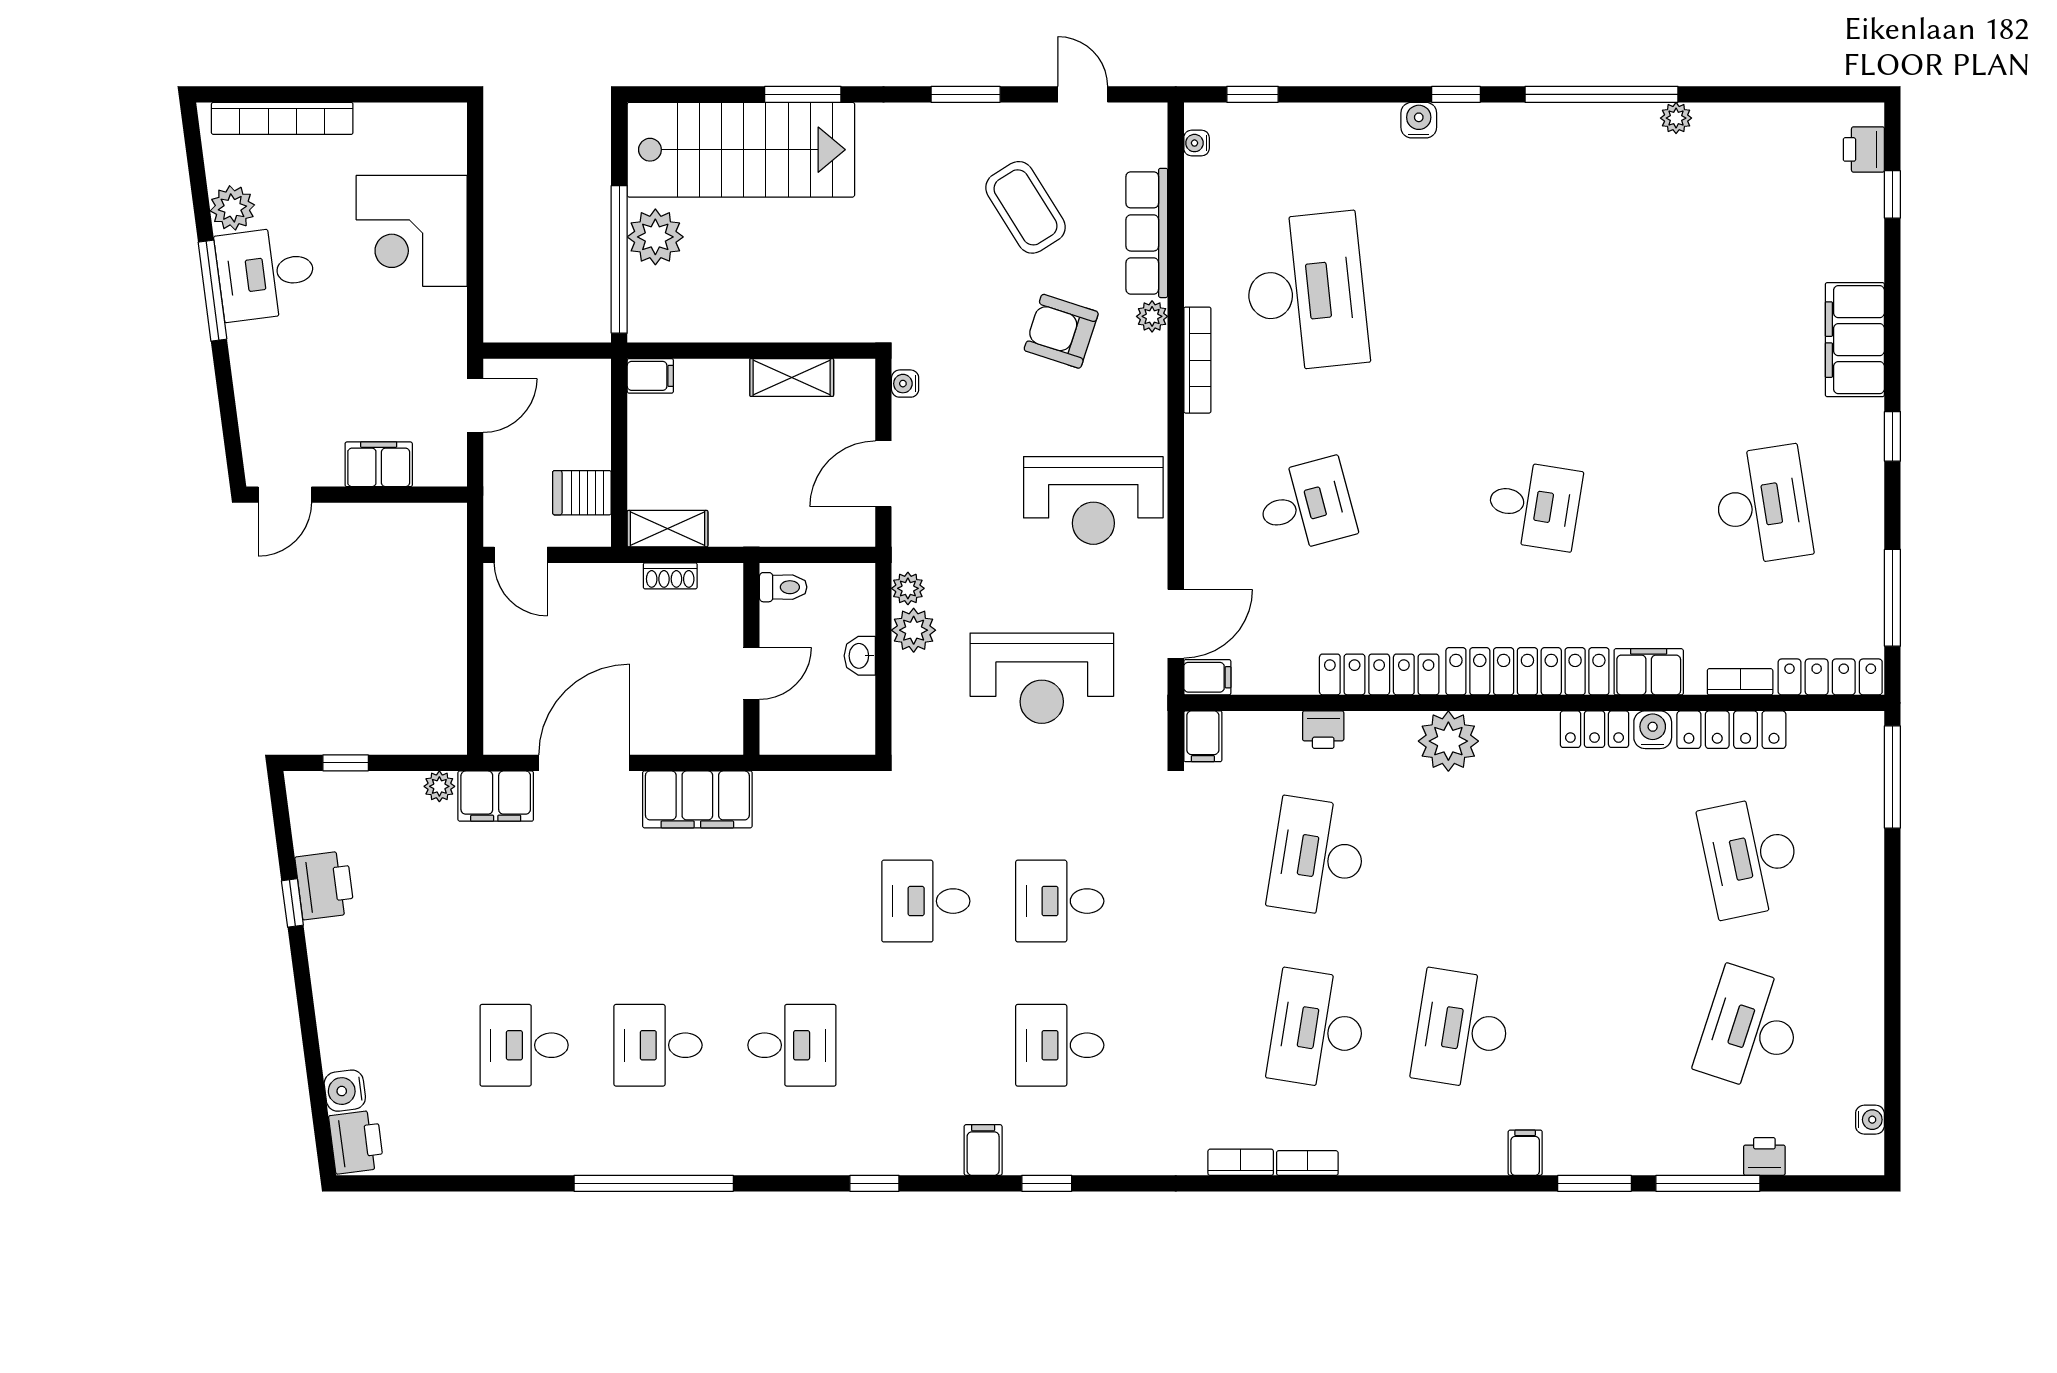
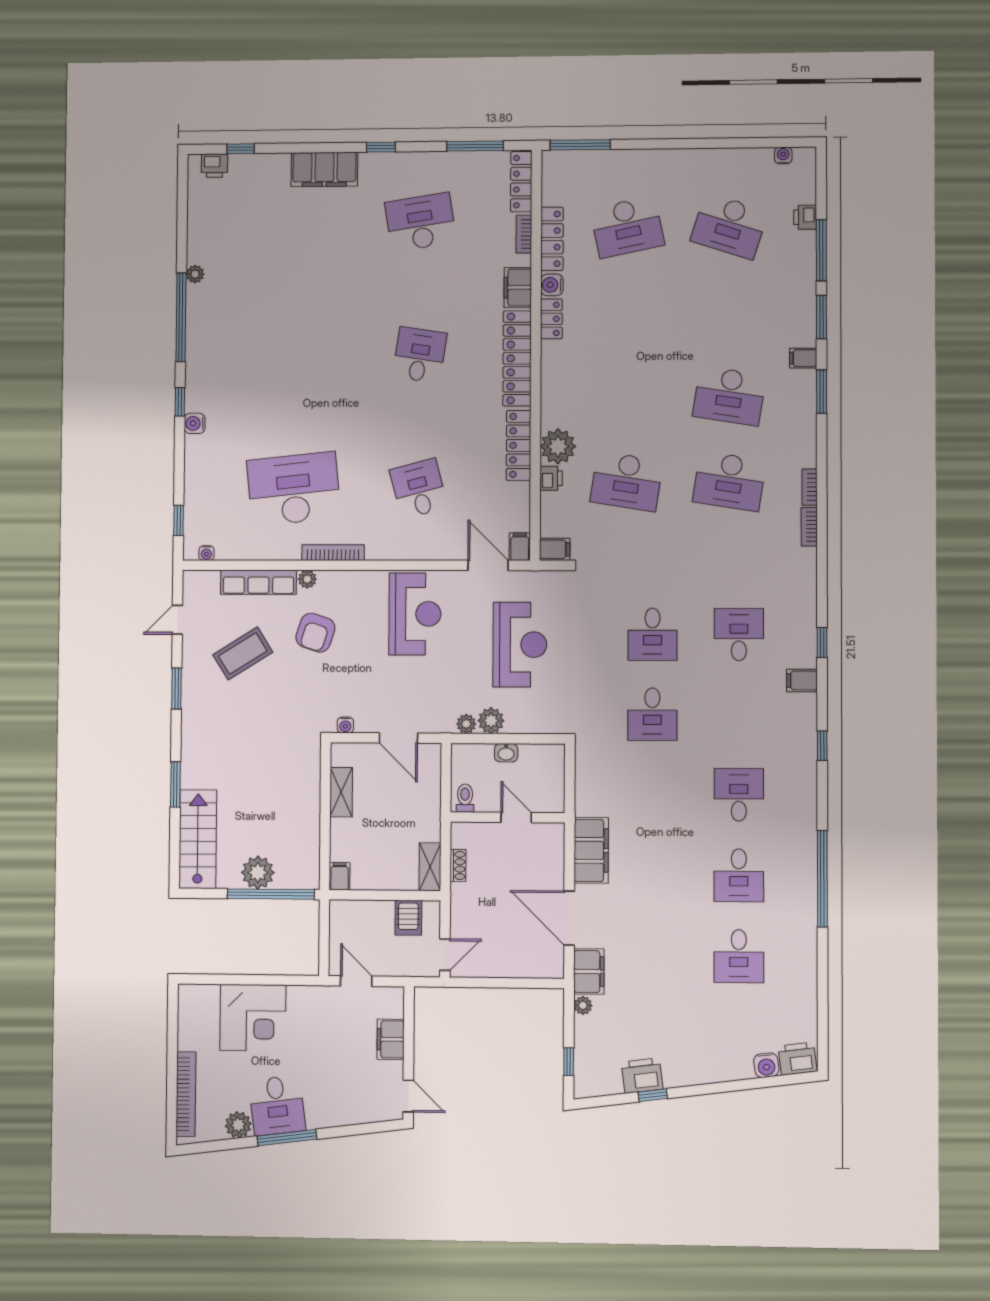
stairs: (741, 150) -> (198, 839), width x0.73, depth x0.66
plant: (1448, 741) -> (558, 446), moved
desk: (1060, 1045) -> (739, 634), turned 180
window: (1468, 1183) -> (822, 392), added

